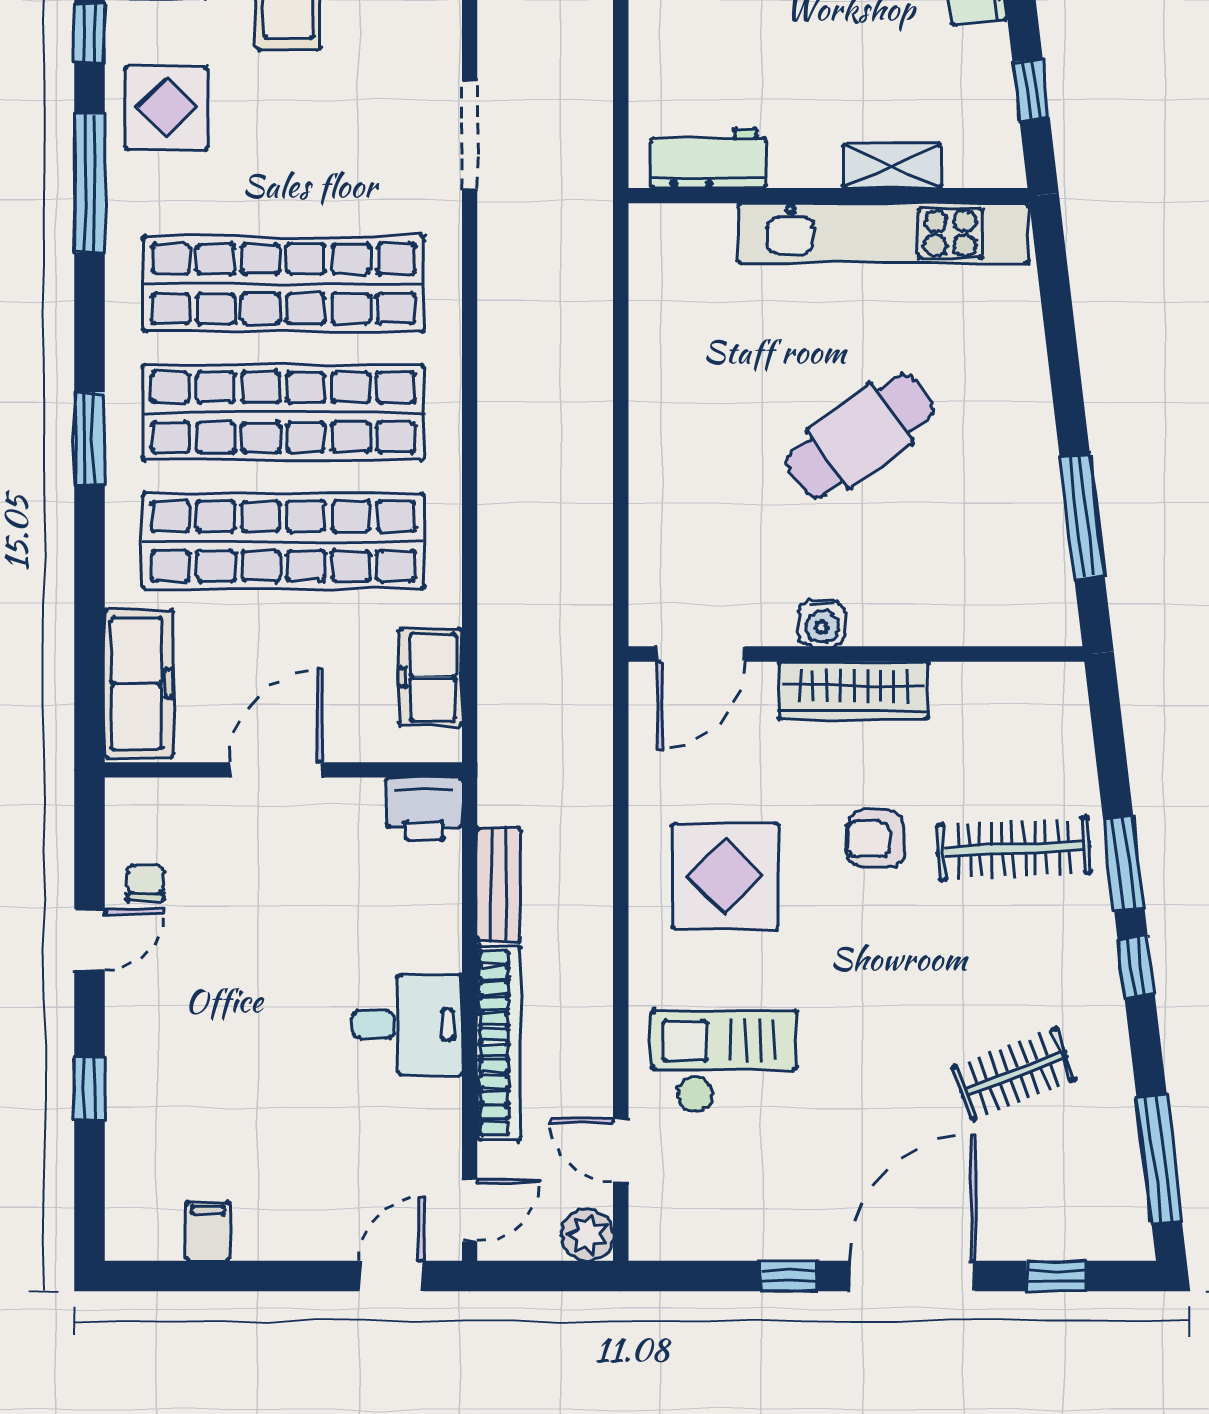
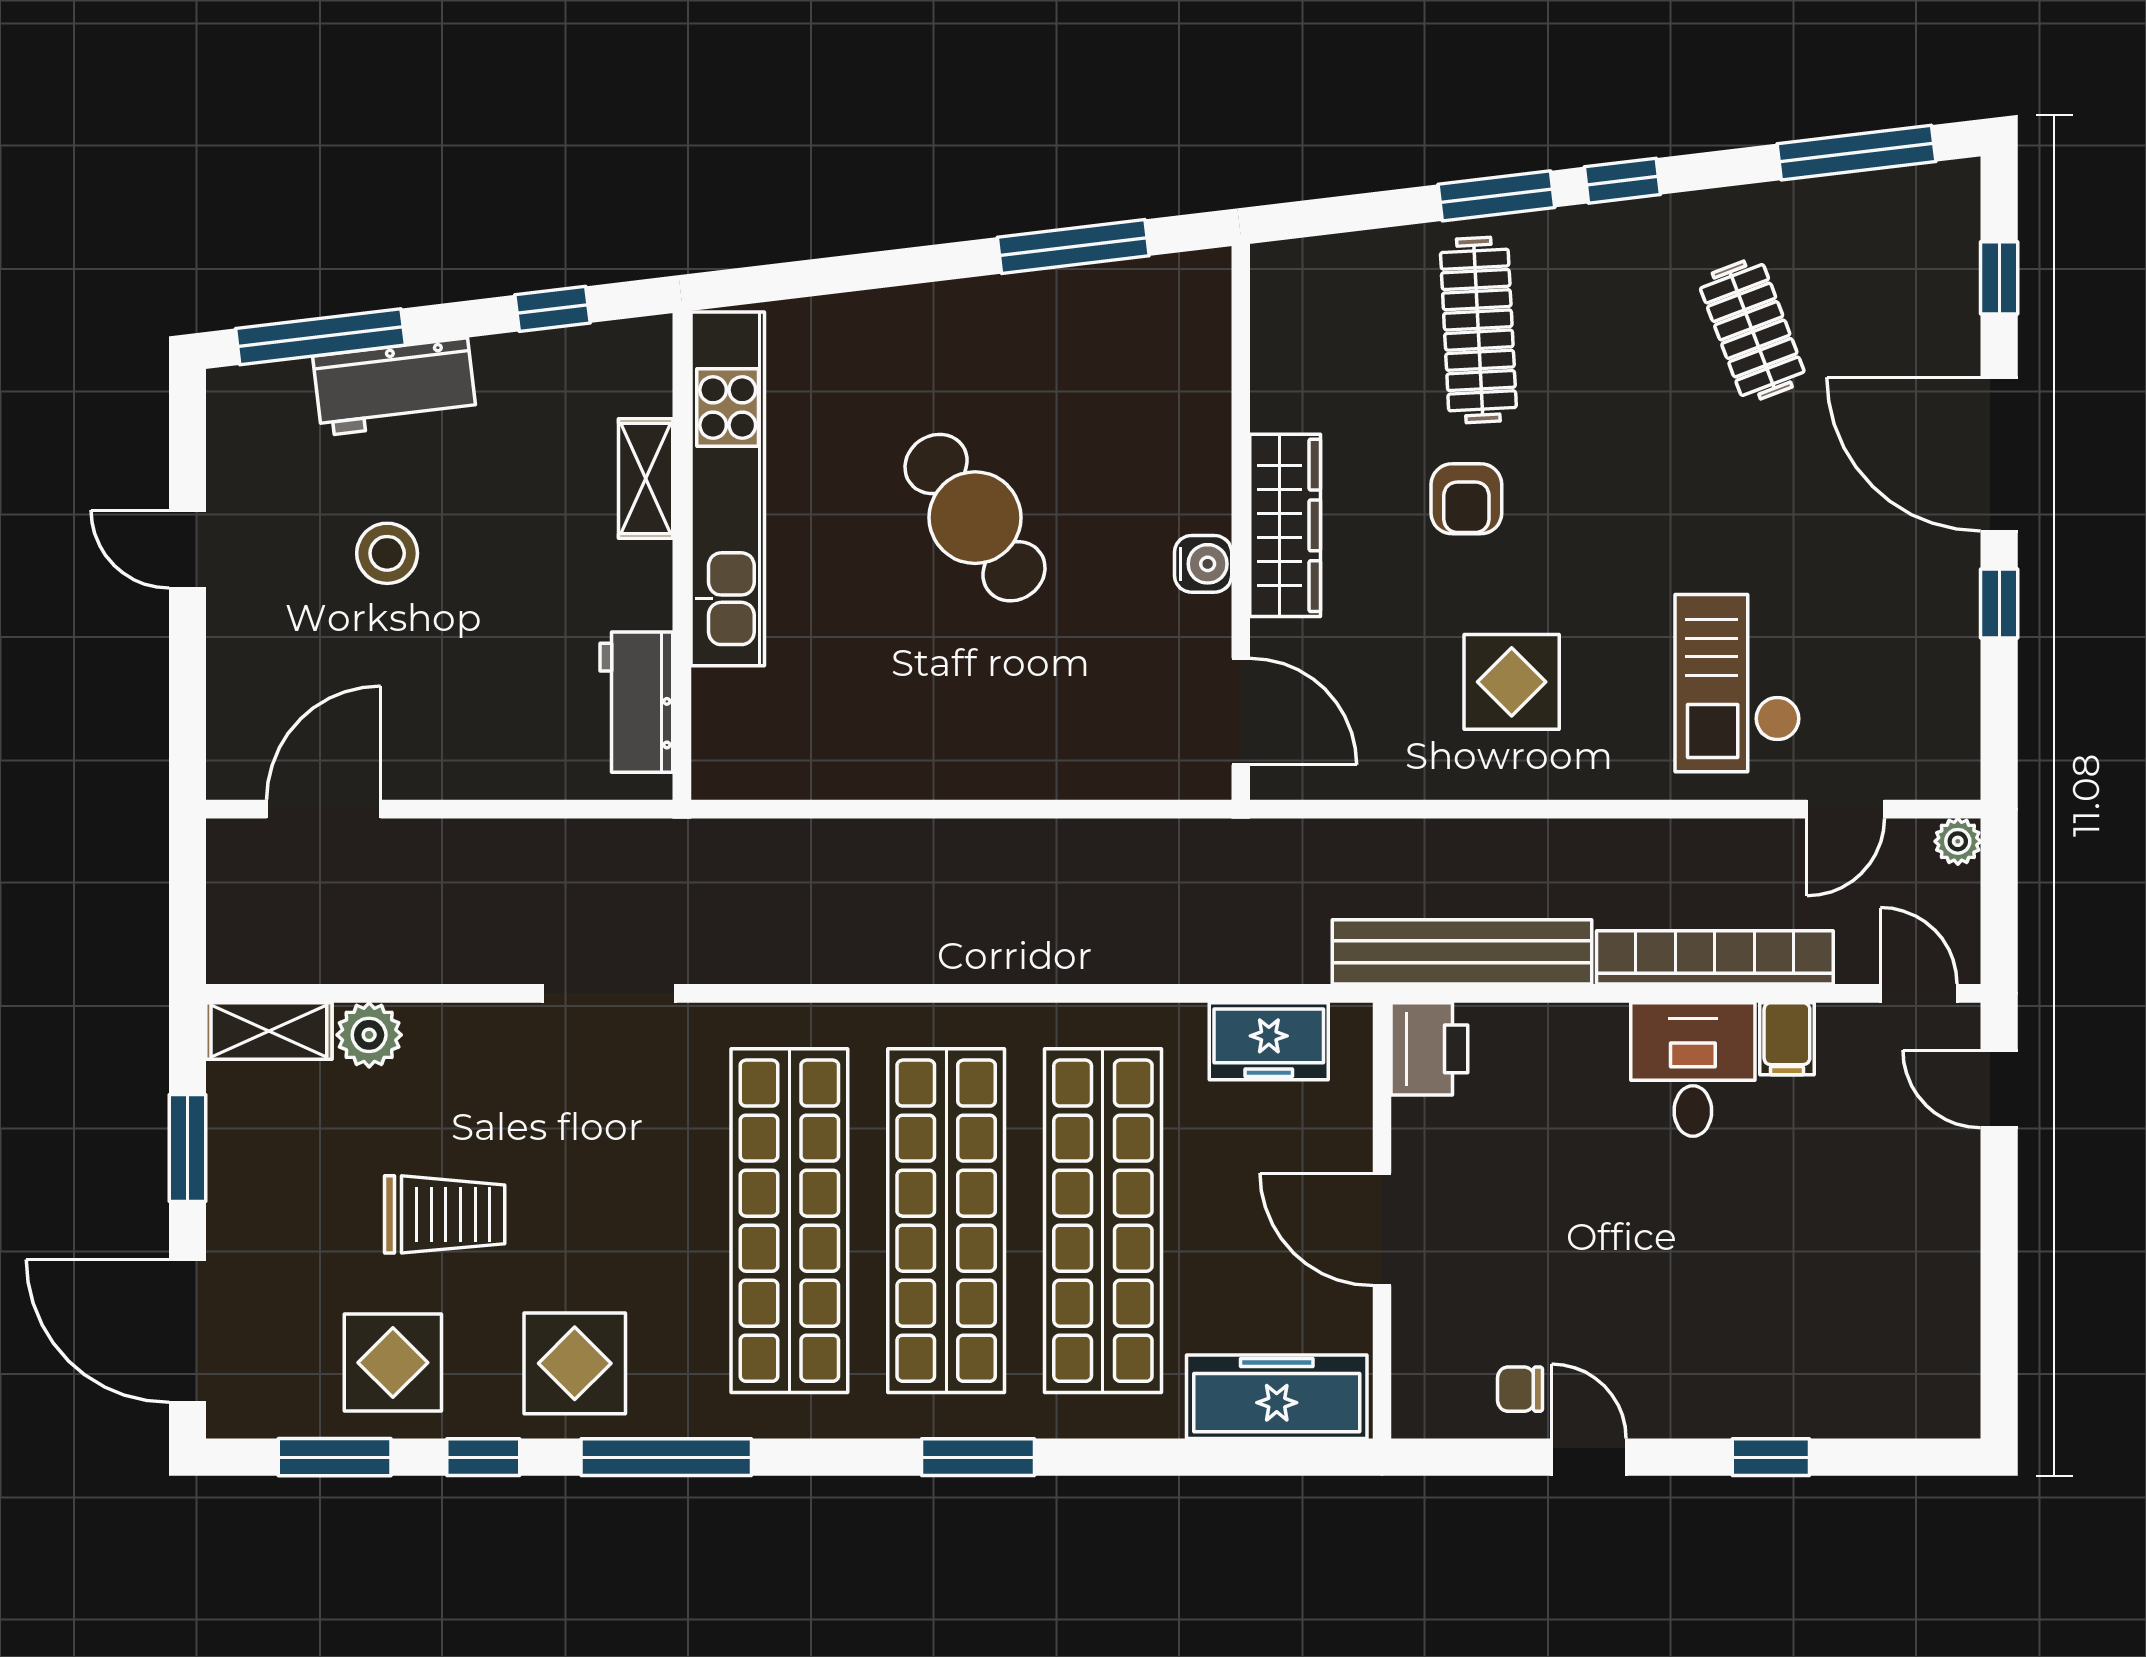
display table: (725, 876) -> (1512, 682), width x0.73, depth x0.73
bench: (499, 885) -> (1462, 952), width x1.86, depth x1.21
filing cabinet: (208, 1231) -> (1787, 1039), moved, turned -90
plant: (587, 1235) -> (1958, 841), width x0.73, depth x0.73

